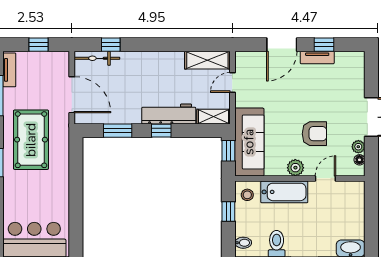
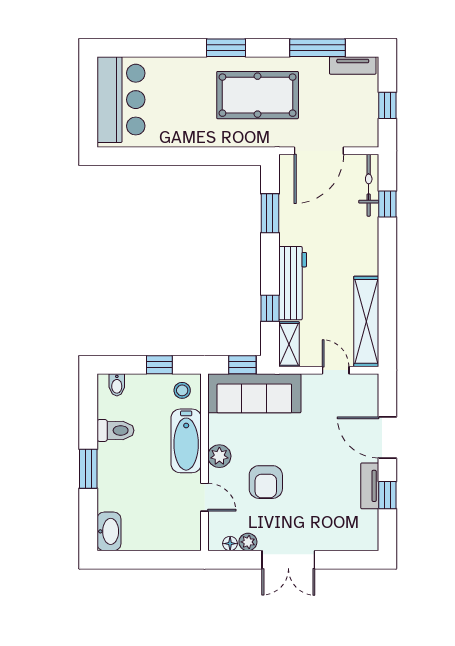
shelving: (207, 60) -> (366, 321), width x1.47
window: (161, 131) -> (270, 308), moved

